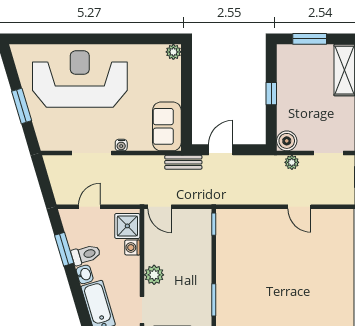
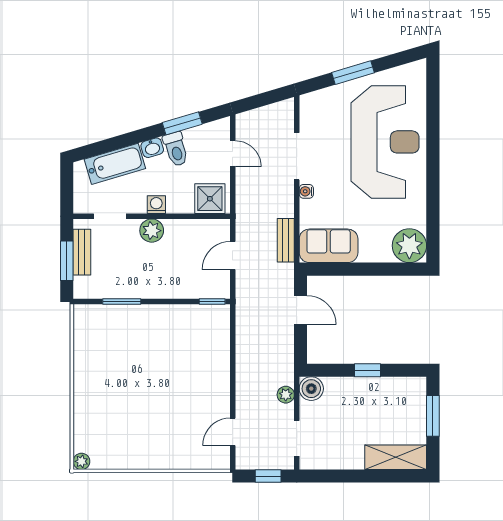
plant: (173, 52) -> (409, 246), width x1.88, depth x1.88
bench: (183, 162) -> (286, 240), moved
door: (160, 207) -> (233, 256), moved
door: (299, 207) -> (233, 432), moved
washing machine: (132, 248) -> (156, 205), moved

